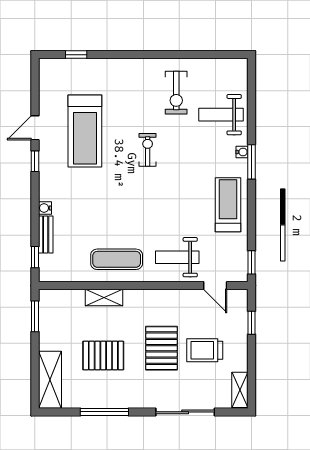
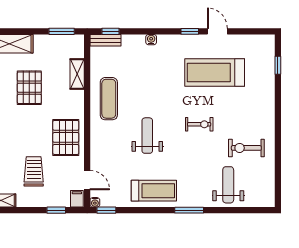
water cooler: (242, 152) -> (95, 202), moved
bench: (46, 235) -> (105, 40), moved
weight bench: (177, 257) -> (147, 136), moved
door: (215, 286) -> (87, 180), swing flipped
shelving: (104, 298) -> (77, 74), moved
filing cabinet: (238, 298) -> (77, 199), added
pallet: (162, 348) -> (66, 137), moved, turned 90

